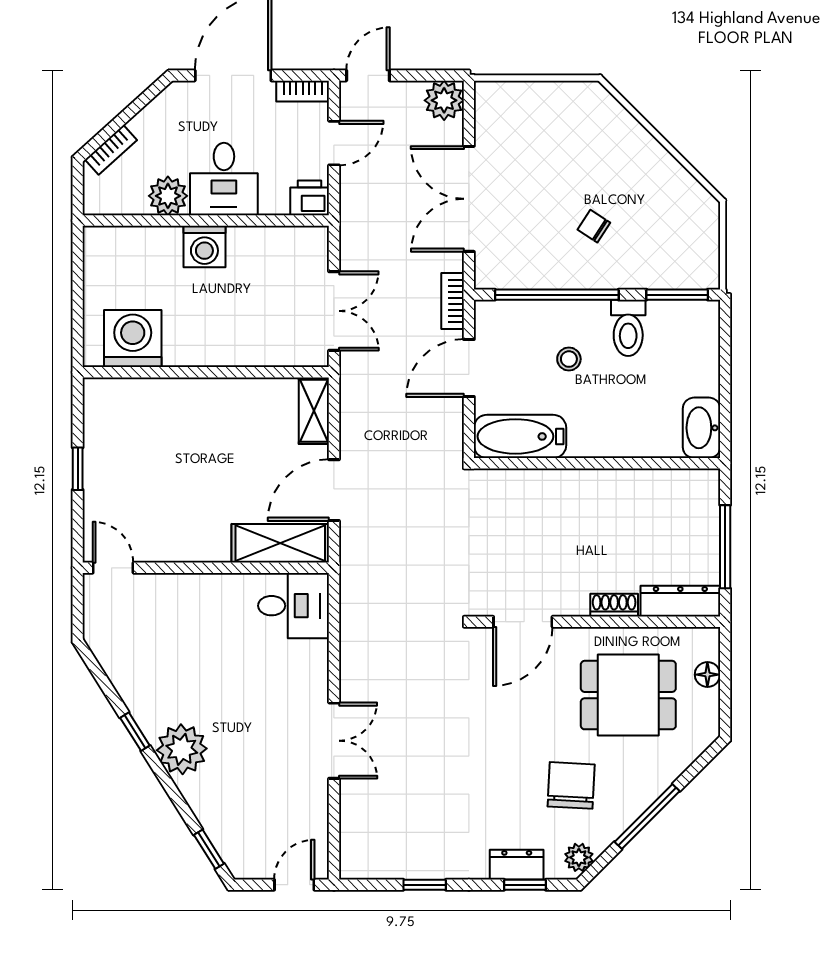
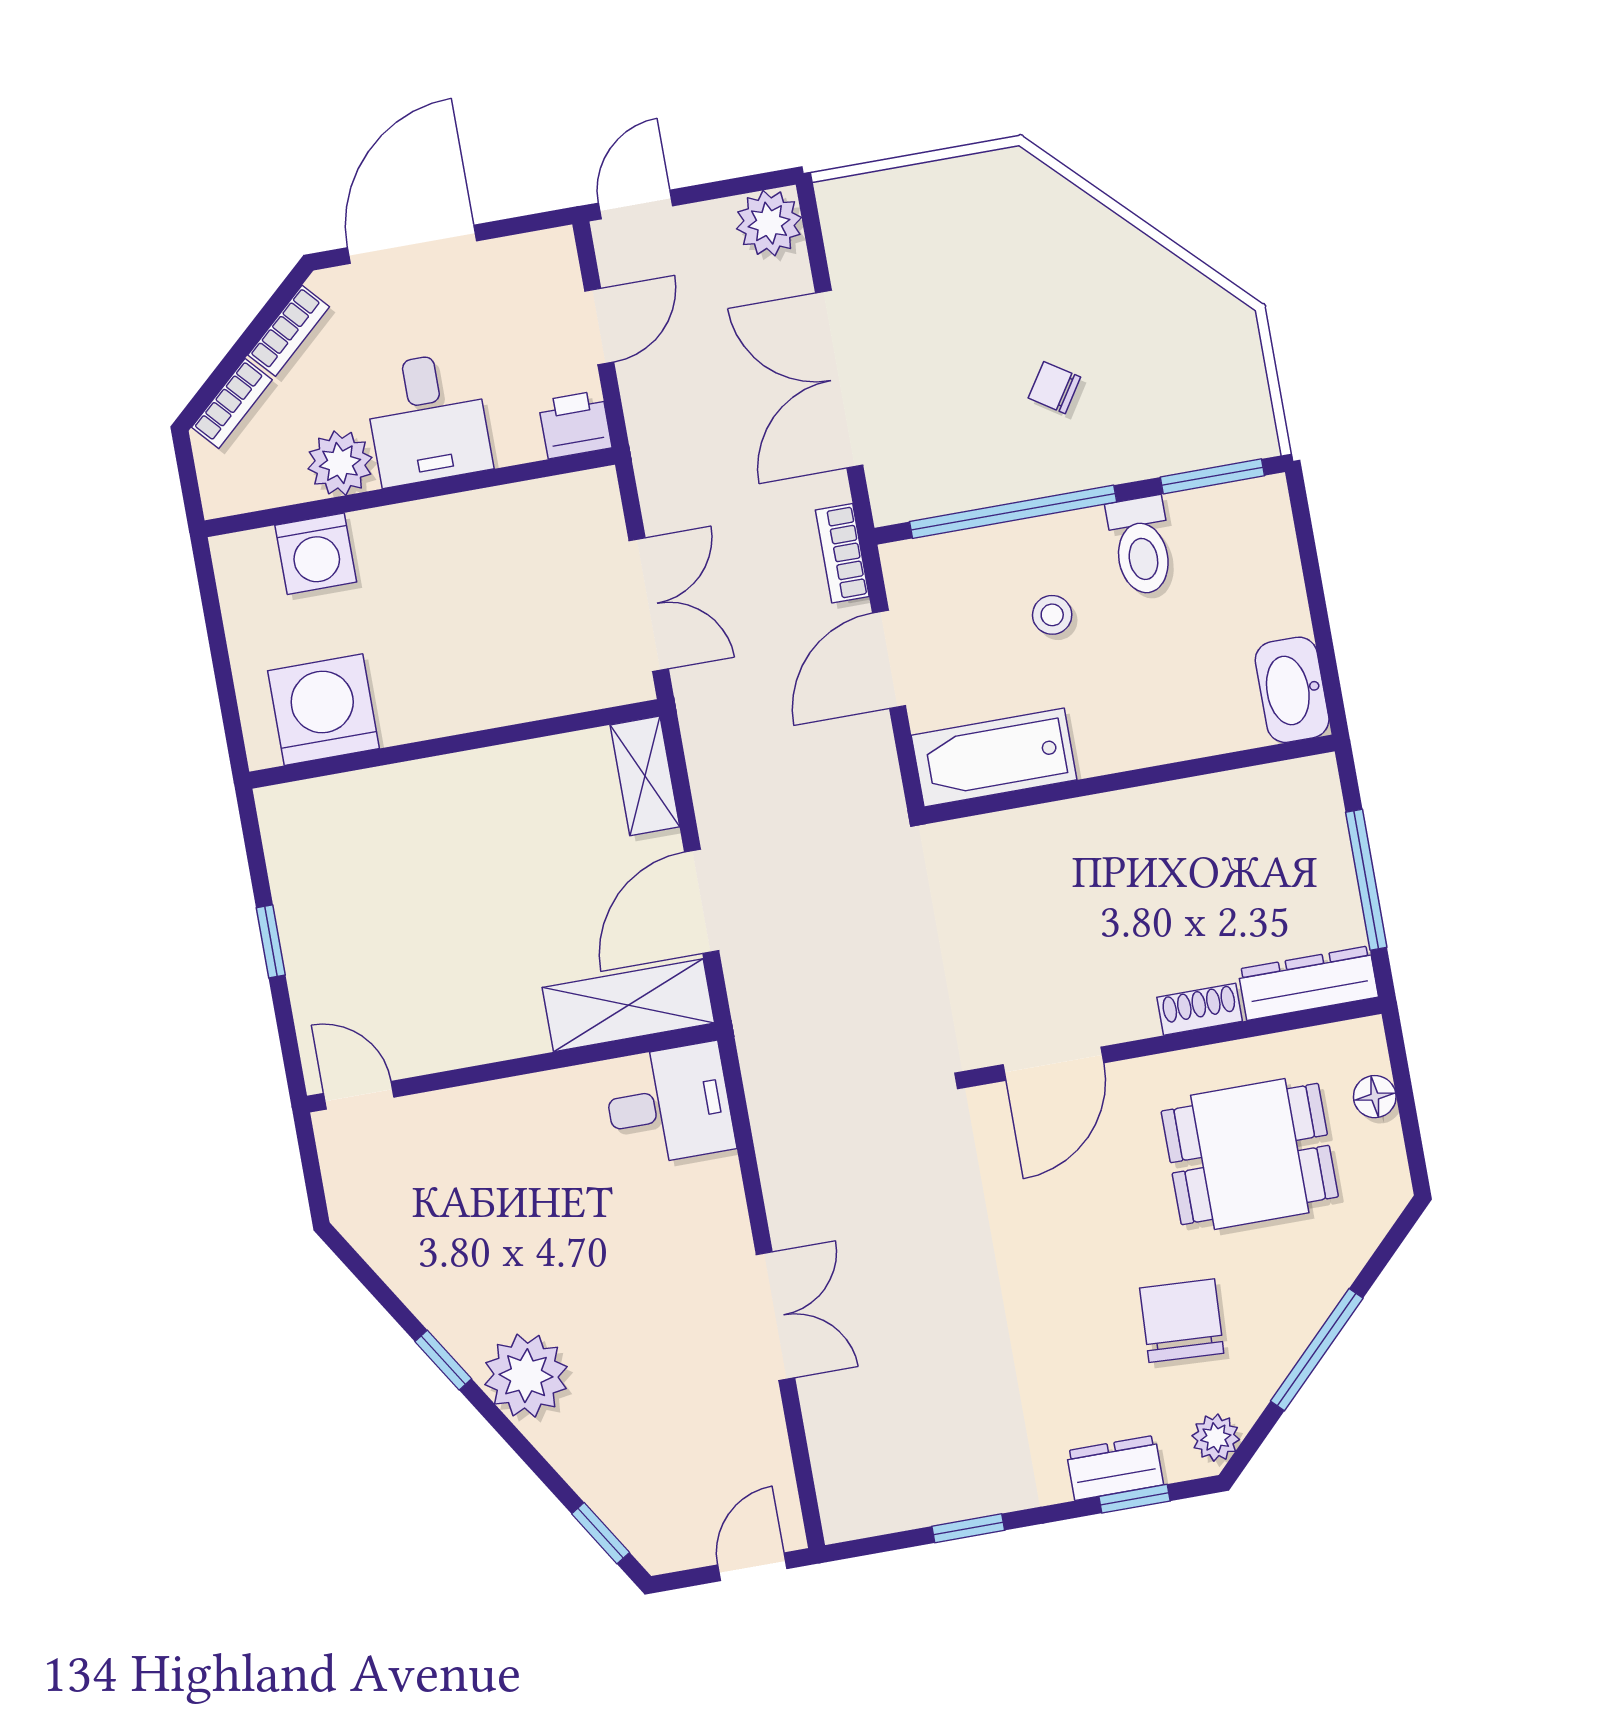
bookcase: (303, 91) -> (289, 331), moved, turned -42
washing machine: (204, 246) -> (316, 554), moved

